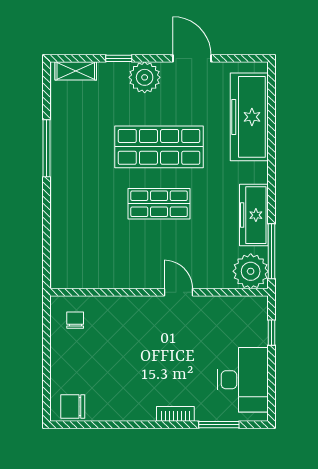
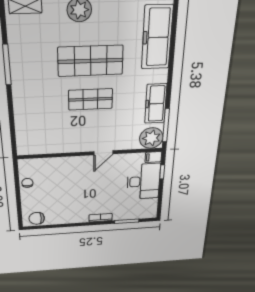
door: (178, 292) -> (103, 153), swing flipped
filing cabinet: (256, 305) -> (153, 157), added
chair: (75, 320) -> (27, 183), moved
desk: (243, 380) -> (143, 181), moved

